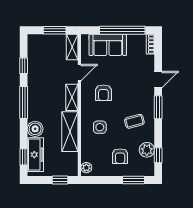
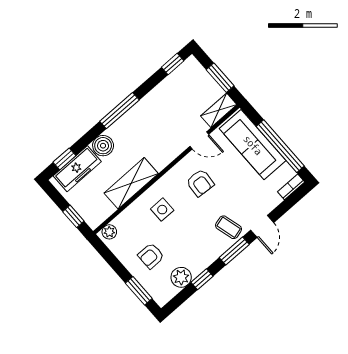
sofa: (108, 45) -> (253, 145), width x1.36
window: (24, 66) -> (173, 64), moved
door: (158, 80) -> (262, 226), hinge flipped
armchair: (103, 93) -> (200, 183), turned -86
shelving: (72, 97) -> (168, 155), removed
coffee table: (134, 121) -> (229, 227), moved
window: (158, 155) -> (202, 279), moved

